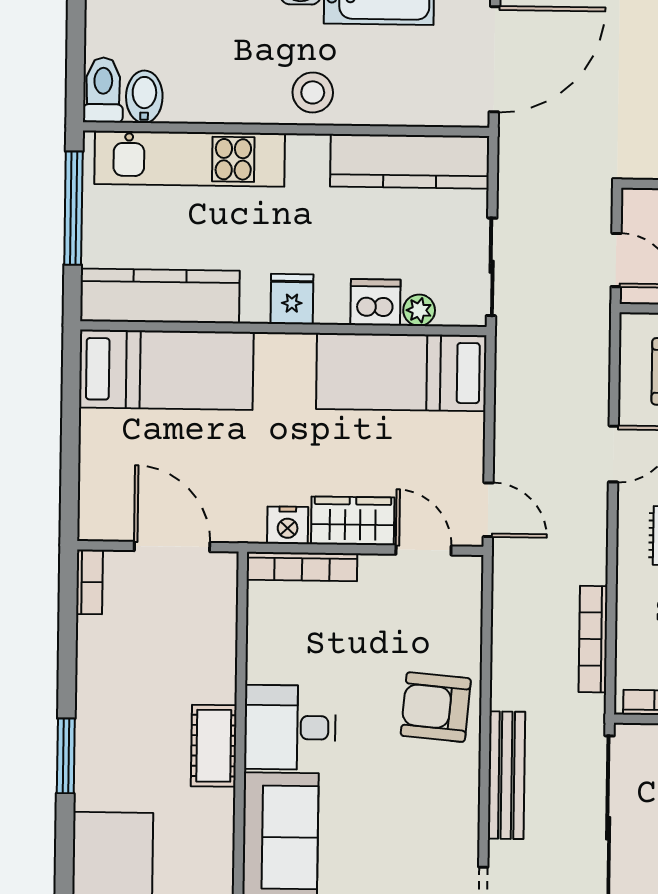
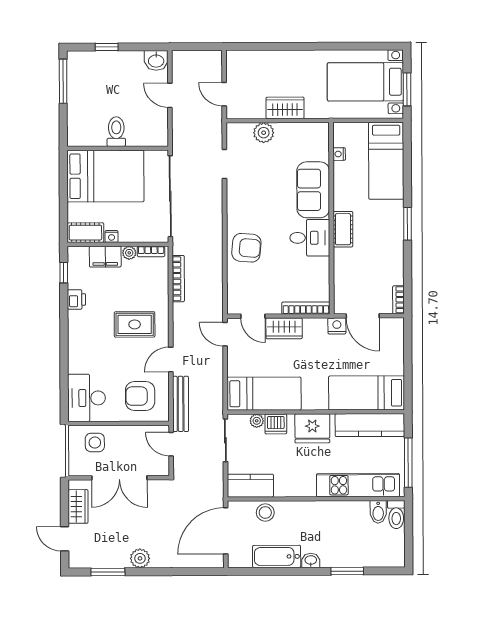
stool: (313, 92) -> (265, 513), moved
kitchen counter: (410, 161) -> (250, 486), width x0.67
fridge: (292, 299) -> (312, 428), width x1.88, depth x1.34
nightstand: (288, 525) -> (337, 326), moved
bench: (507, 775) -> (181, 404), moved

